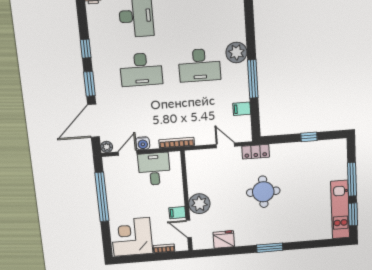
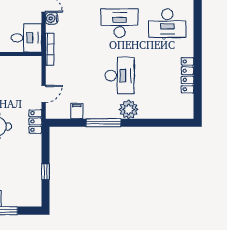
desk: (199, 65) -> (120, 76), turned 180
desk: (141, 70) -> (120, 23), turned 90
desk: (154, 169) -> (26, 38), moved

